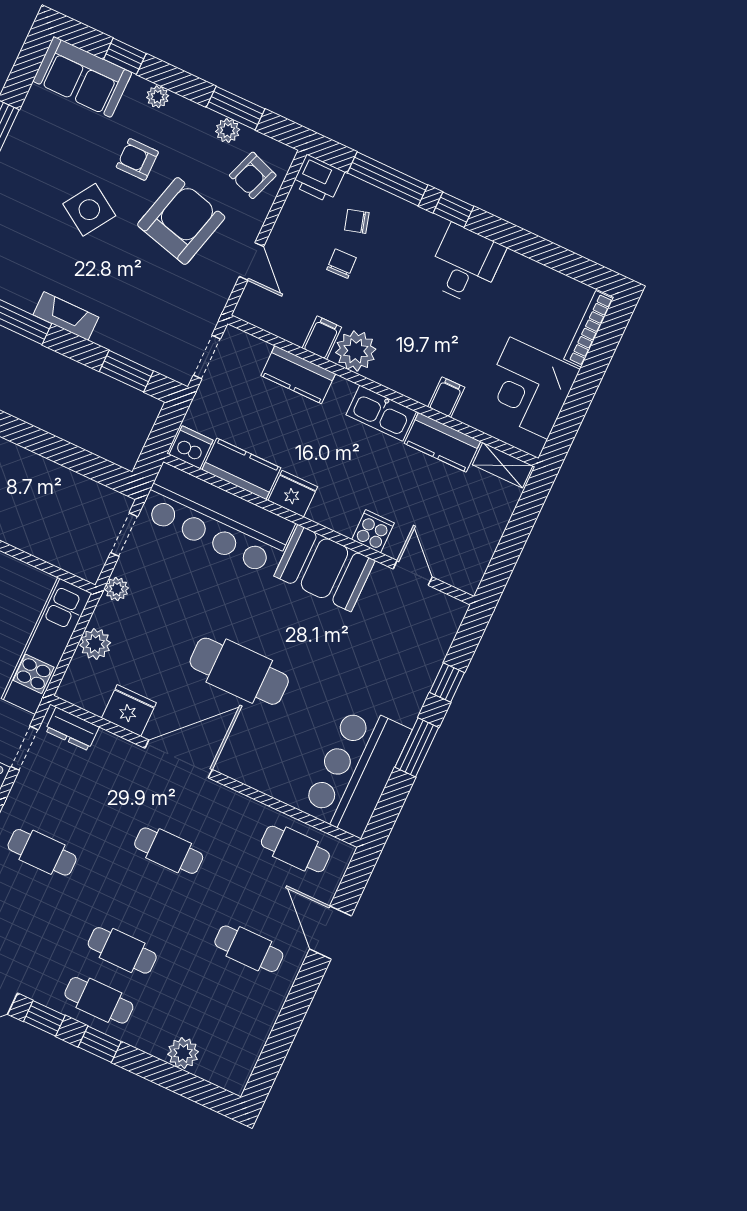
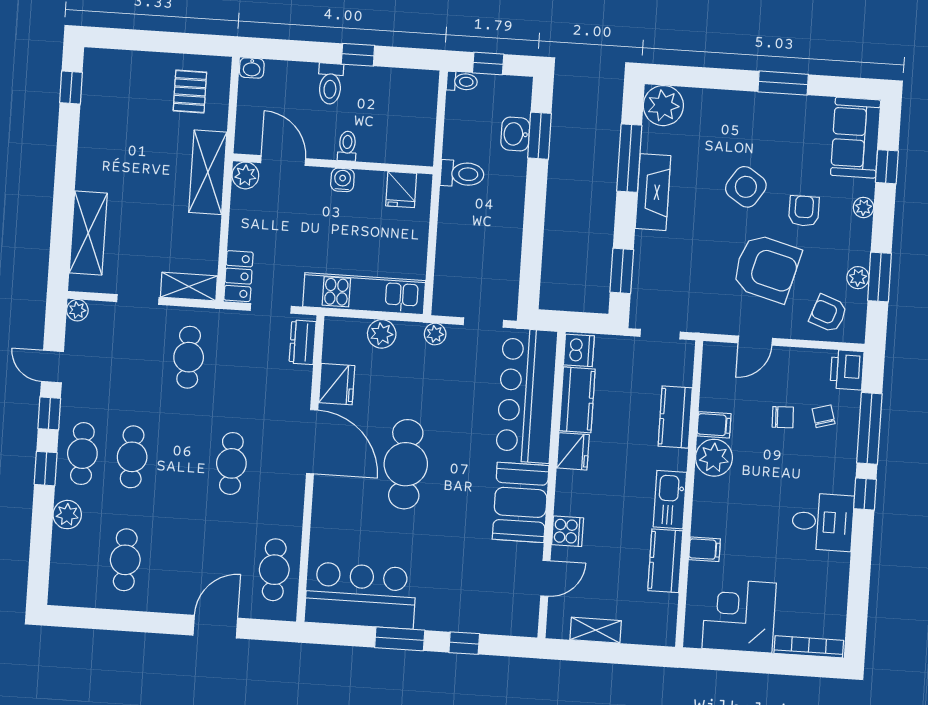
fireplace: (66, 316) -> (653, 192), width x1.37, depth x1.32
shelving: (503, 465) -> (596, 630), moved, turned 90
cafe table: (249, 949) -> (125, 560), moved
plant: (183, 1053) -> (67, 515), moved

